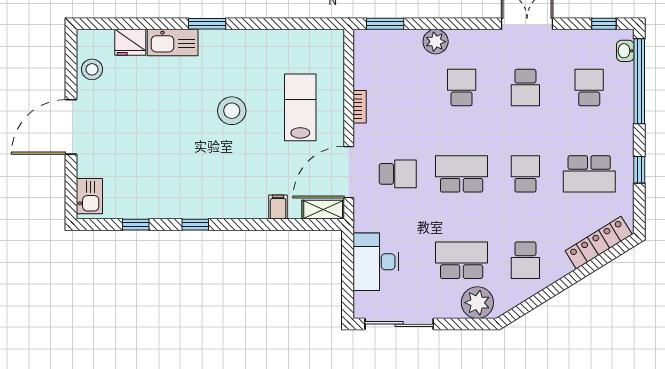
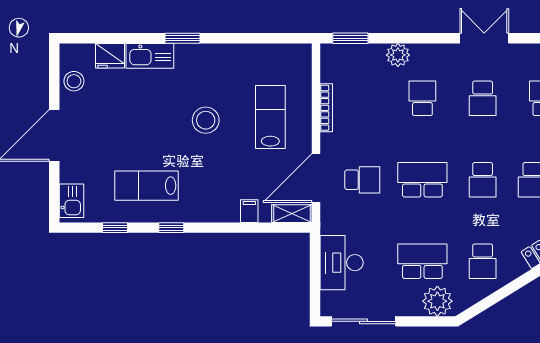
bookcase: (360, 107) -> (326, 108), width x1.56
school desk: (525, 174) -> (483, 180), turned 180
lab bench: (169, 180) -> (147, 186), added

